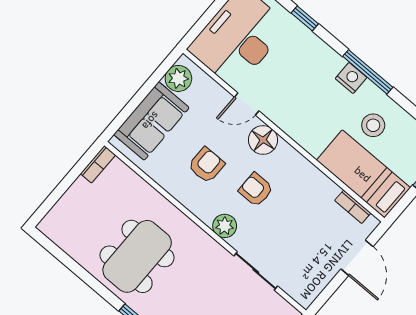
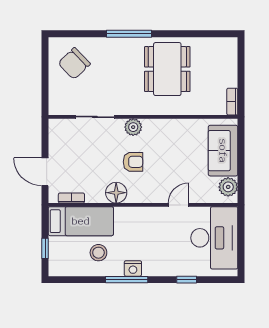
floor lamp: (263, 140) -> (116, 193), moved
armchair: (206, 165) -> (172, 152), removed

